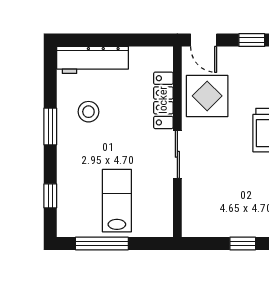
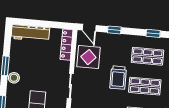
locker: (163, 100) -> (67, 45), moved
stool: (88, 112) -> (14, 78), moved

